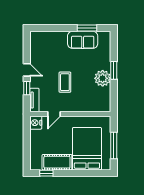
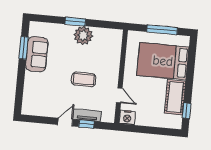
tv unit: (34, 100) -> (87, 115), moved

